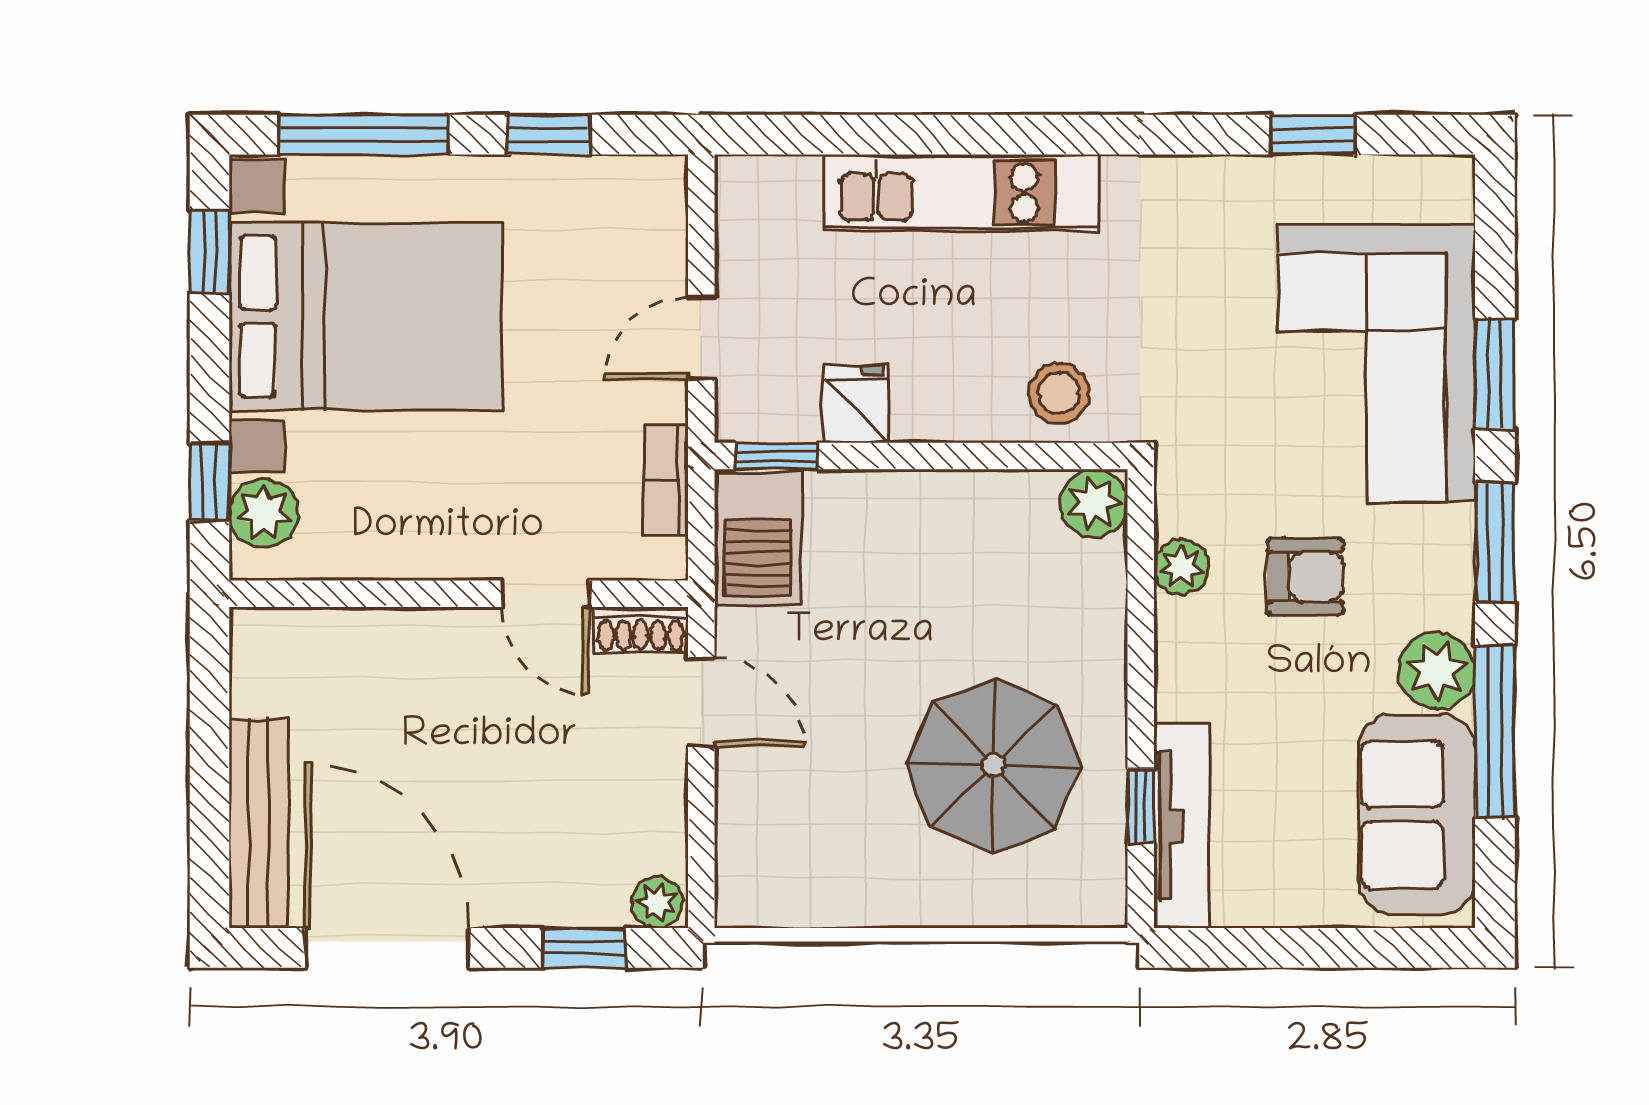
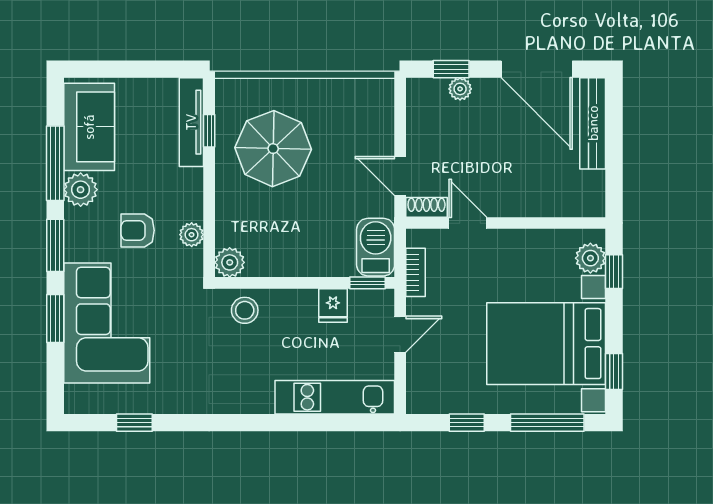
kitchen unit: (961, 193) -> (335, 397), moved
plant: (657, 902) -> (460, 89), moved

